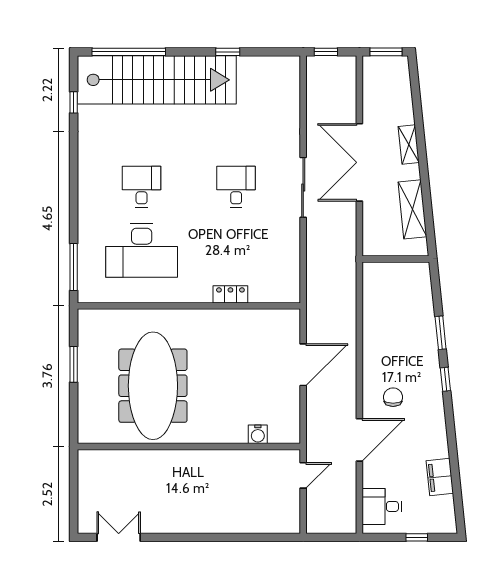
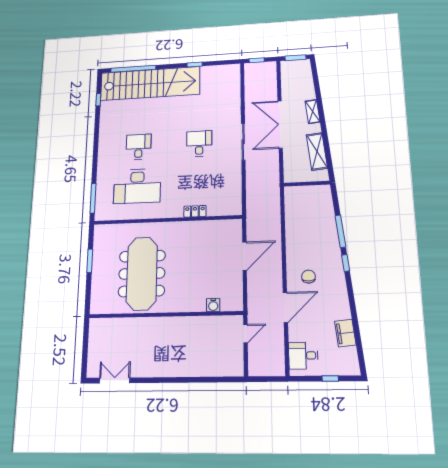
window: (441, 333) -> (340, 231), width x1.44

